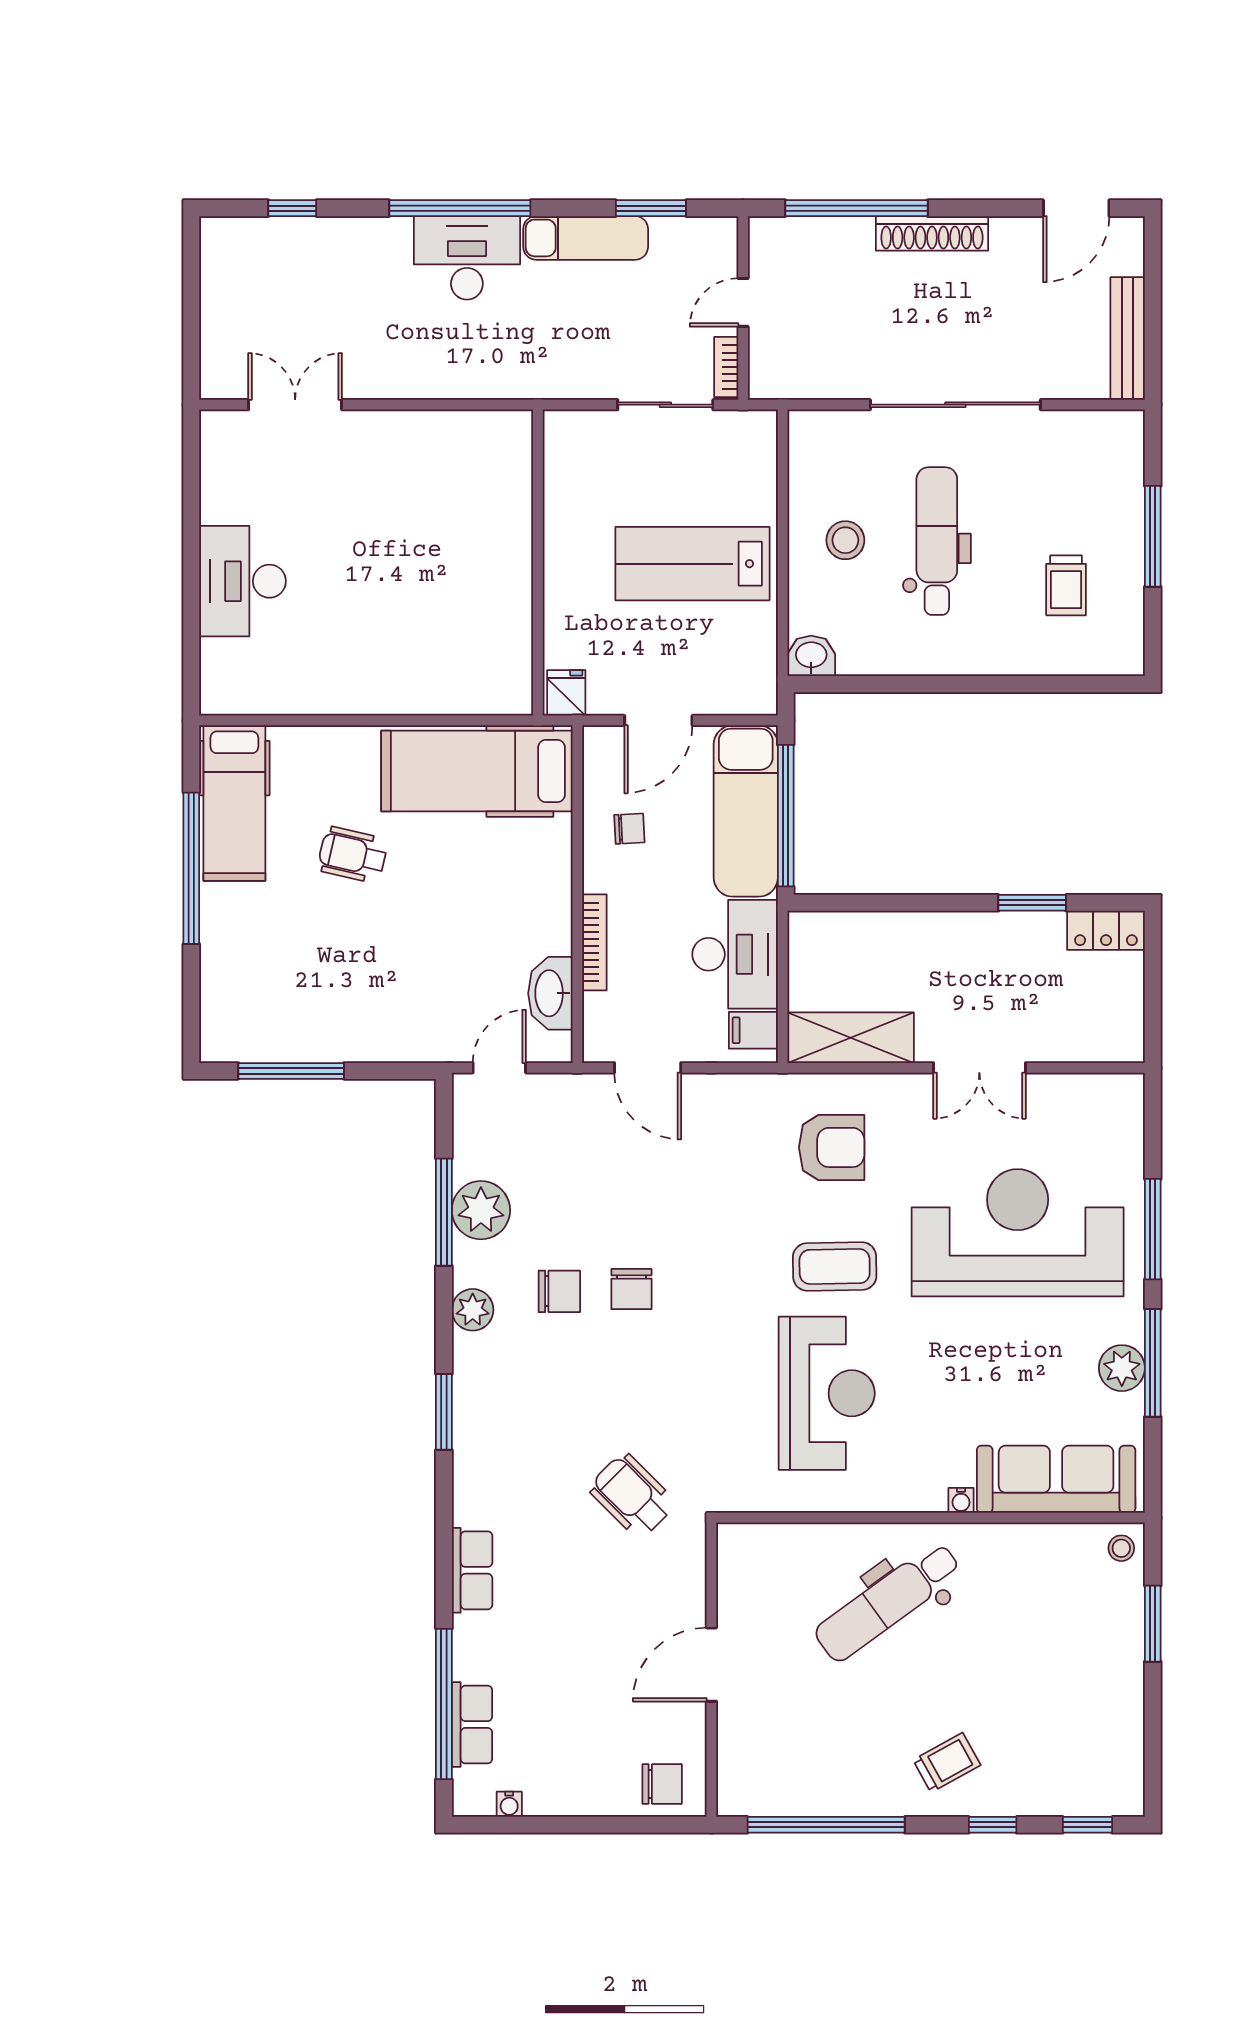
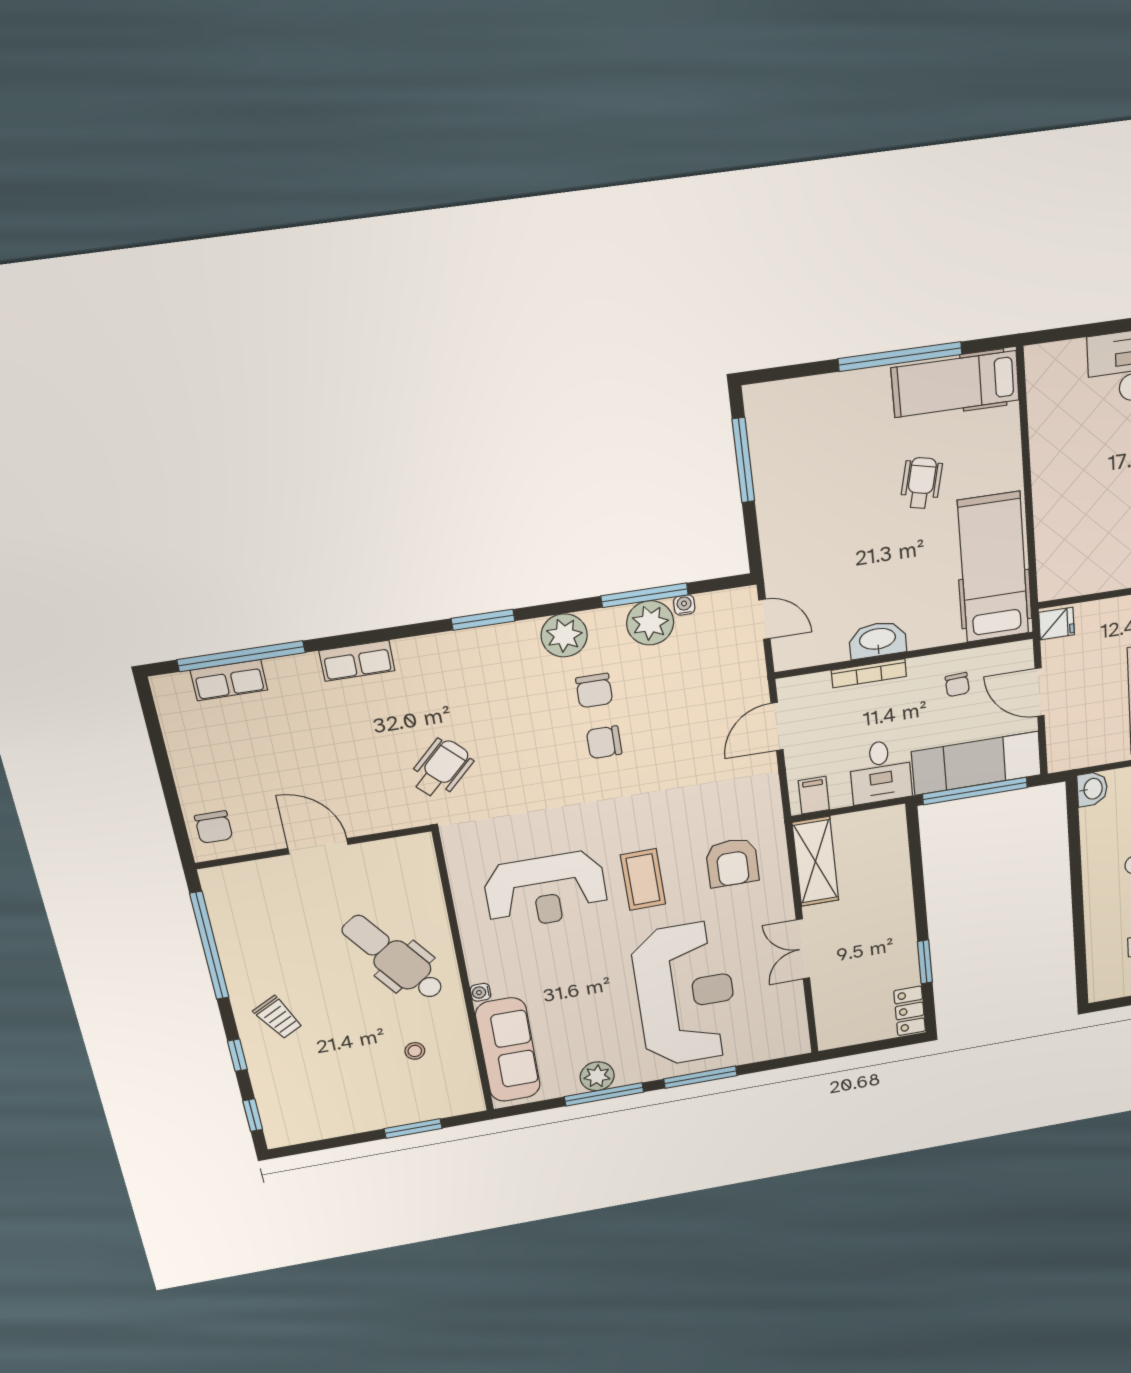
desk: (735, 954) -> (880, 772), width x0.73
washbasin: (550, 993) -> (878, 640), moved
plant: (473, 1310) -> (564, 635), width x1.36, depth x1.36
stool: (1121, 1548) -> (415, 1051), moved
water cooler: (509, 1804) -> (684, 605), moved, turned 90

